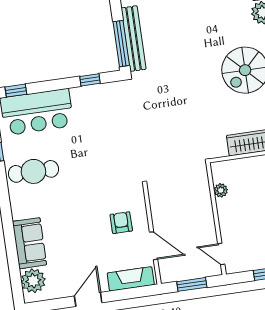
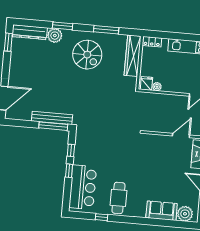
window: (16, 91) -> (69, 171), moved
fridge: (222, 173) -> (146, 83), added
armchair: (121, 223) -> (162, 152), removed

